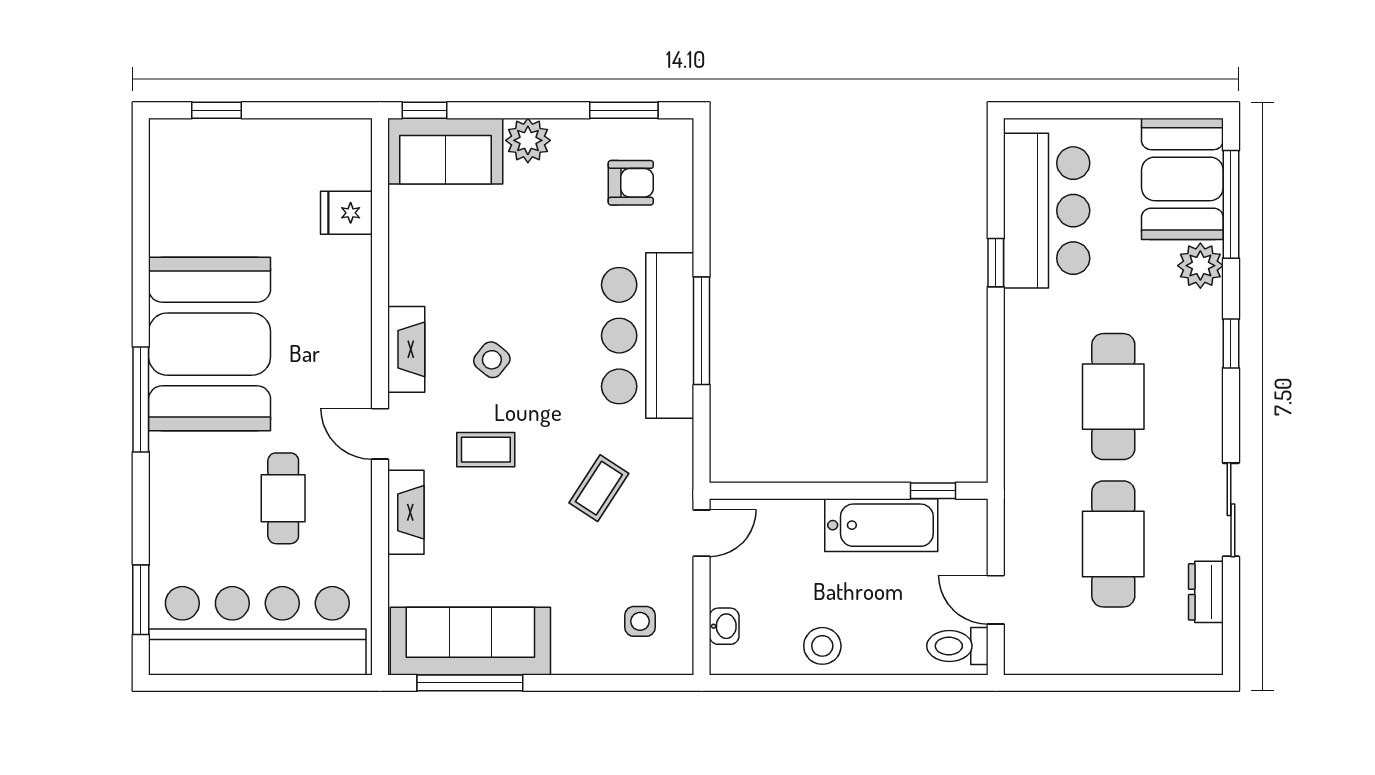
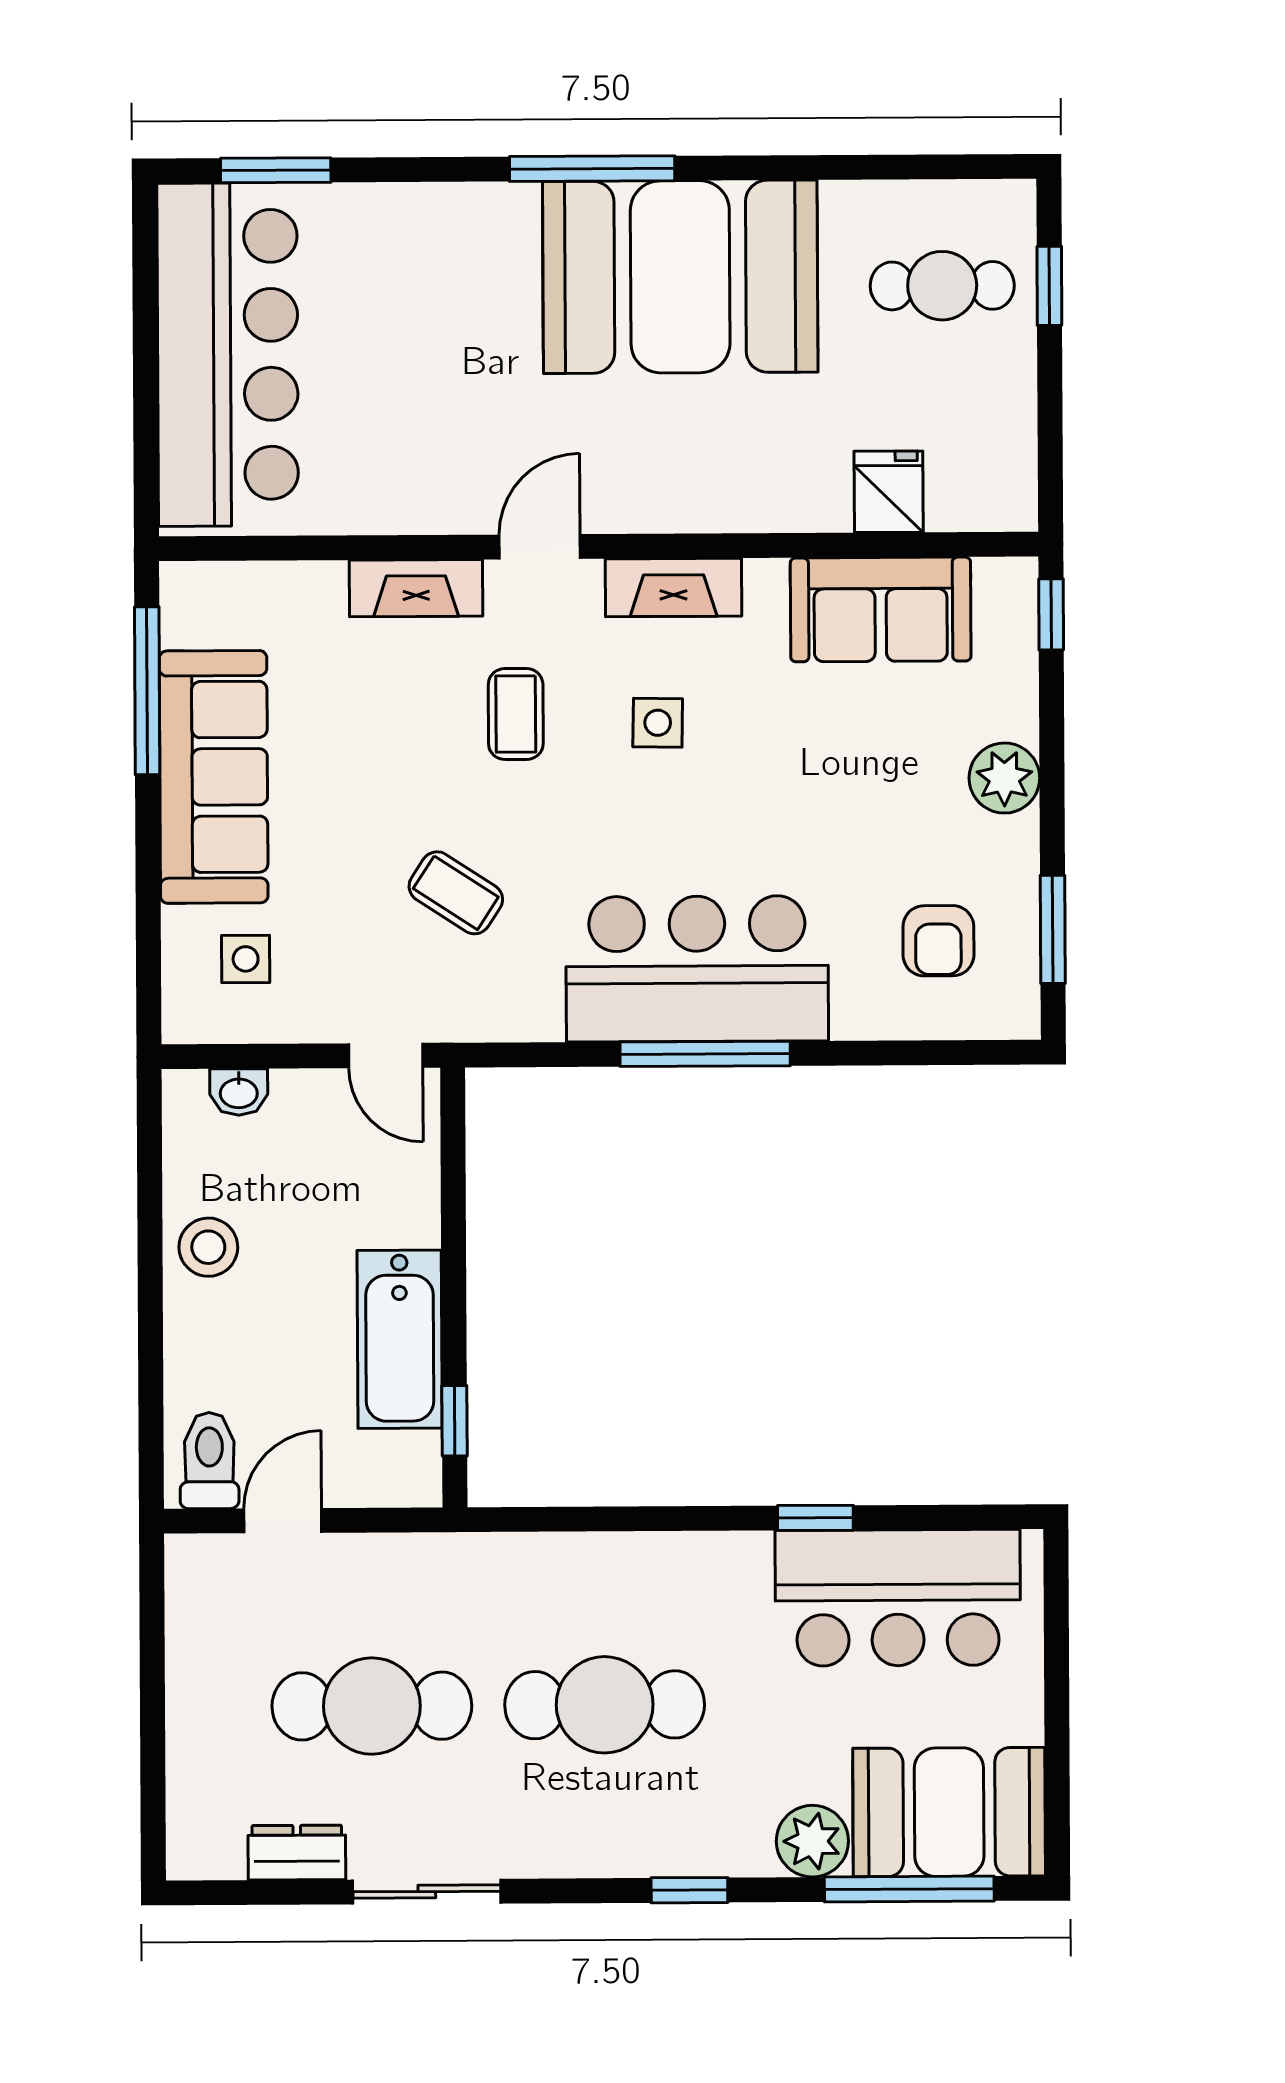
sofa: (446, 151) -> (881, 609), moved, turned -90
side table: (492, 360) -> (658, 723), turned -38
cafe table: (283, 498) -> (942, 286), moved
sofa: (470, 641) -> (214, 777), moved

